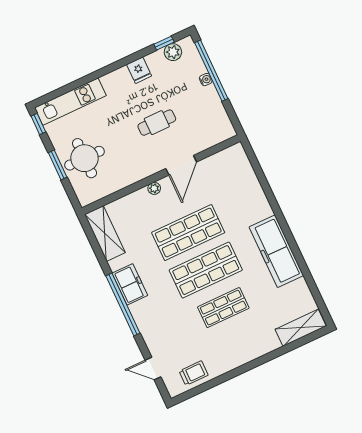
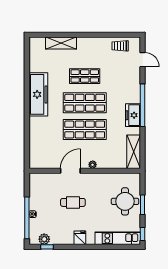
fridge: (139, 70) -> (80, 238), moved
shelving: (301, 328) -> (61, 43), moved

